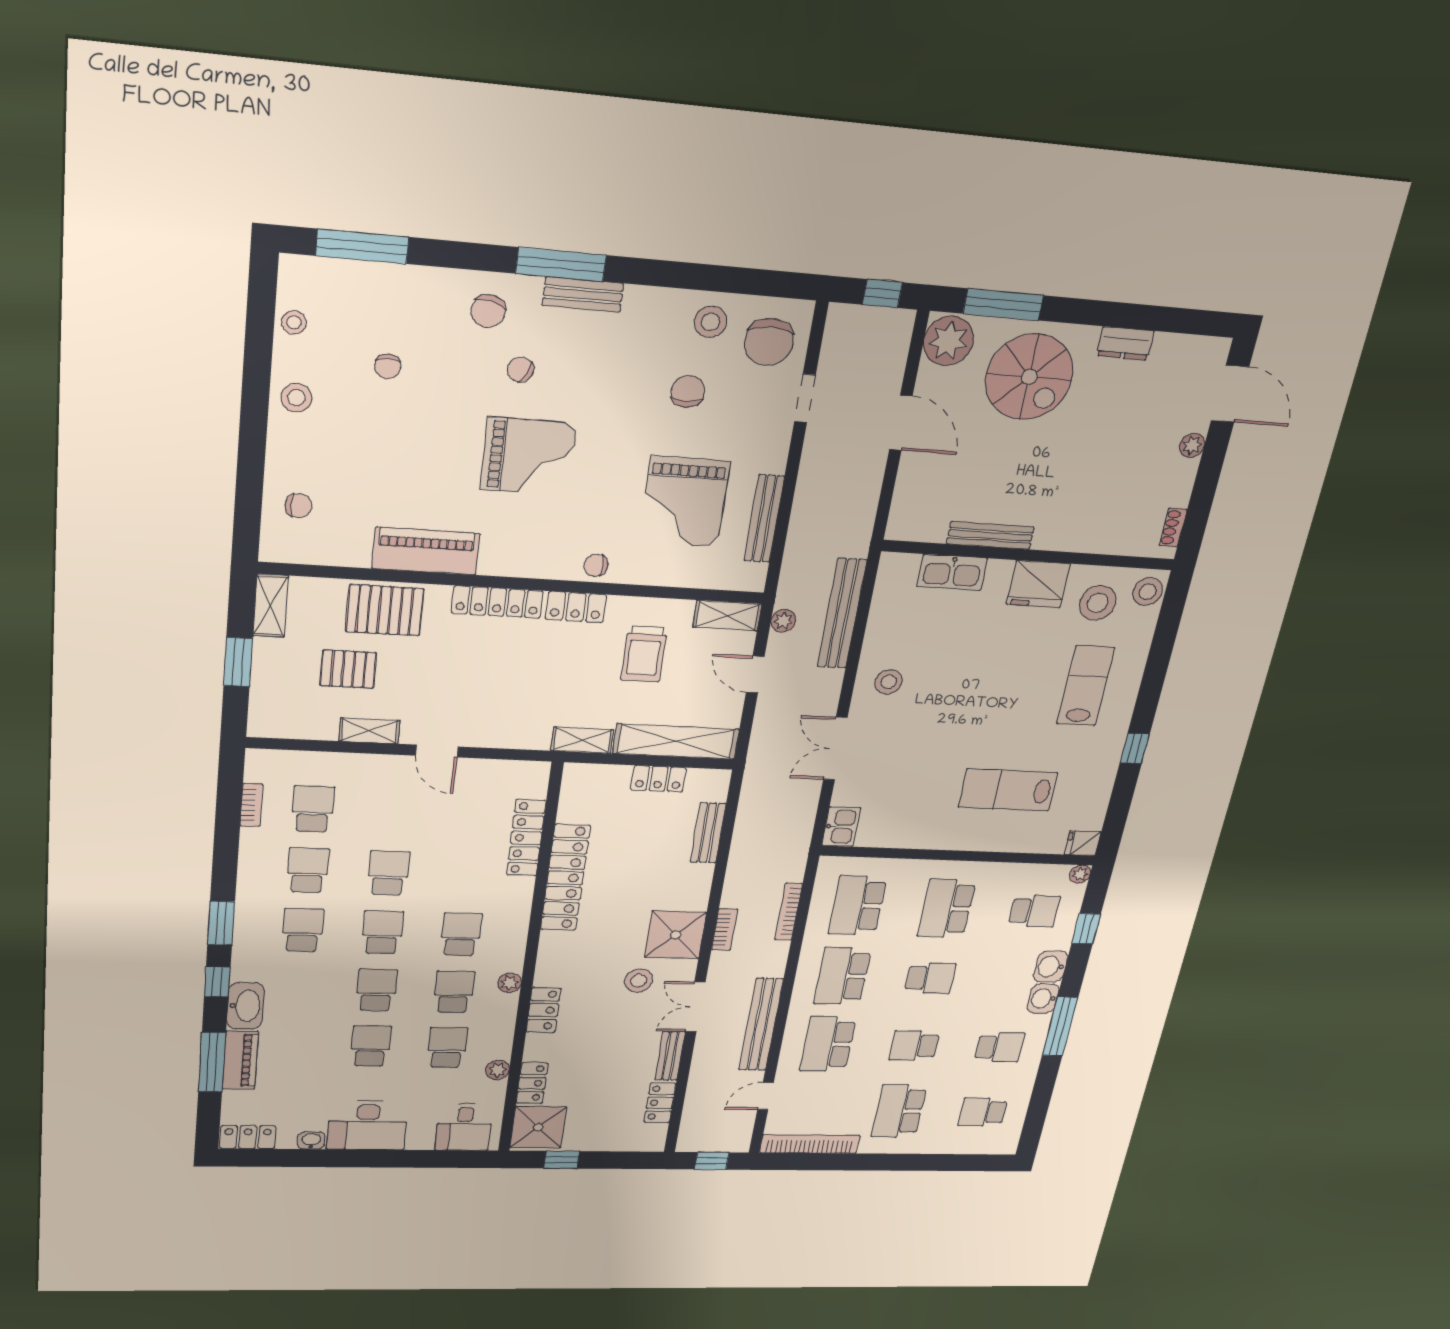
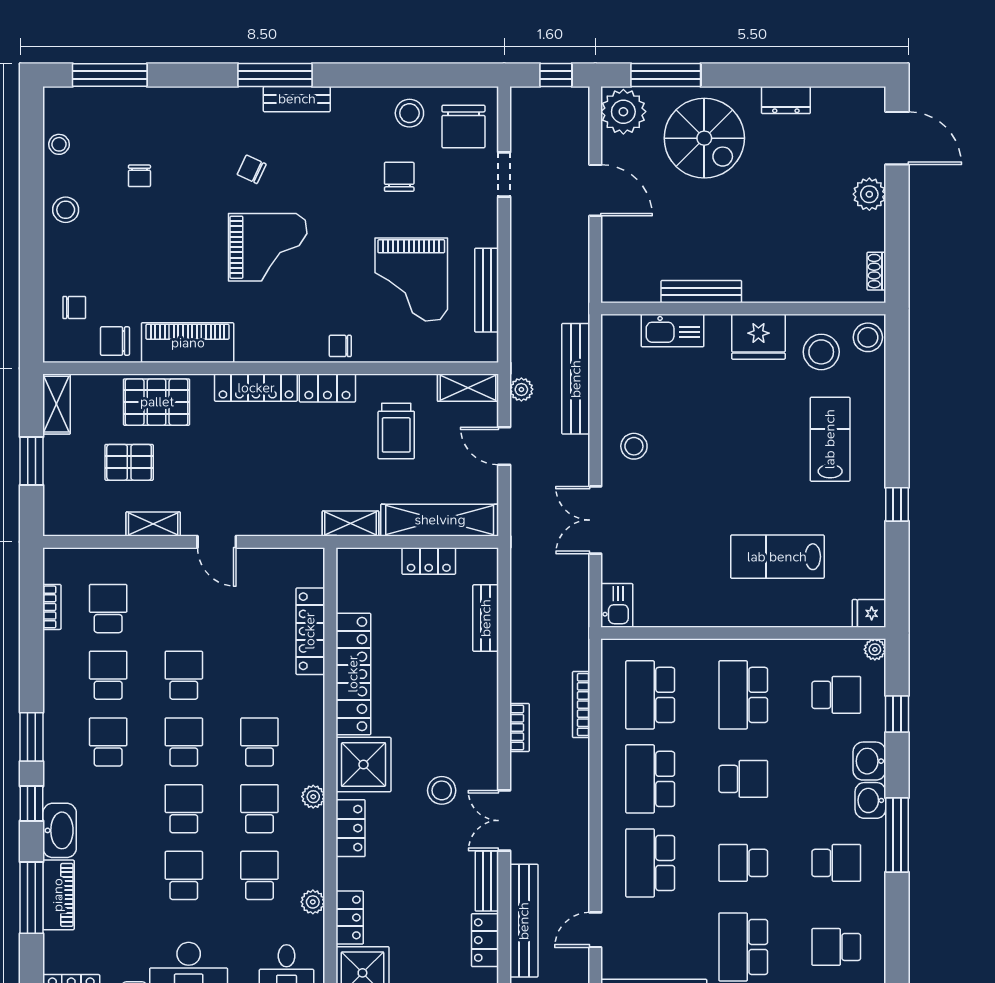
chair: (488, 311) -> (115, 341), moved, turned 77
plant: (1192, 445) -> (869, 194), width x1.38, depth x1.38
shower: (676, 935) -> (363, 765), moved
bench: (761, 1024) -> (524, 921), moved

